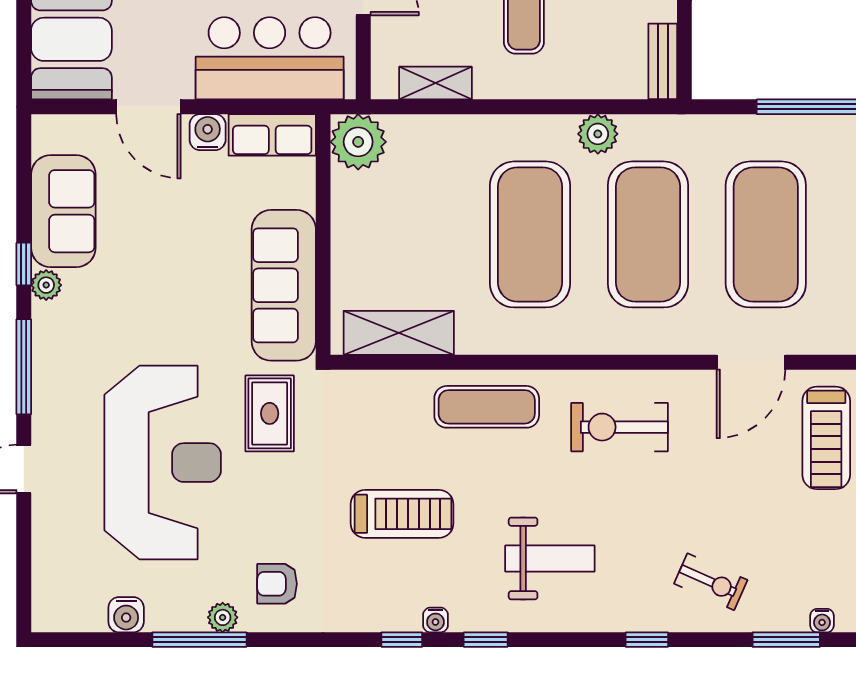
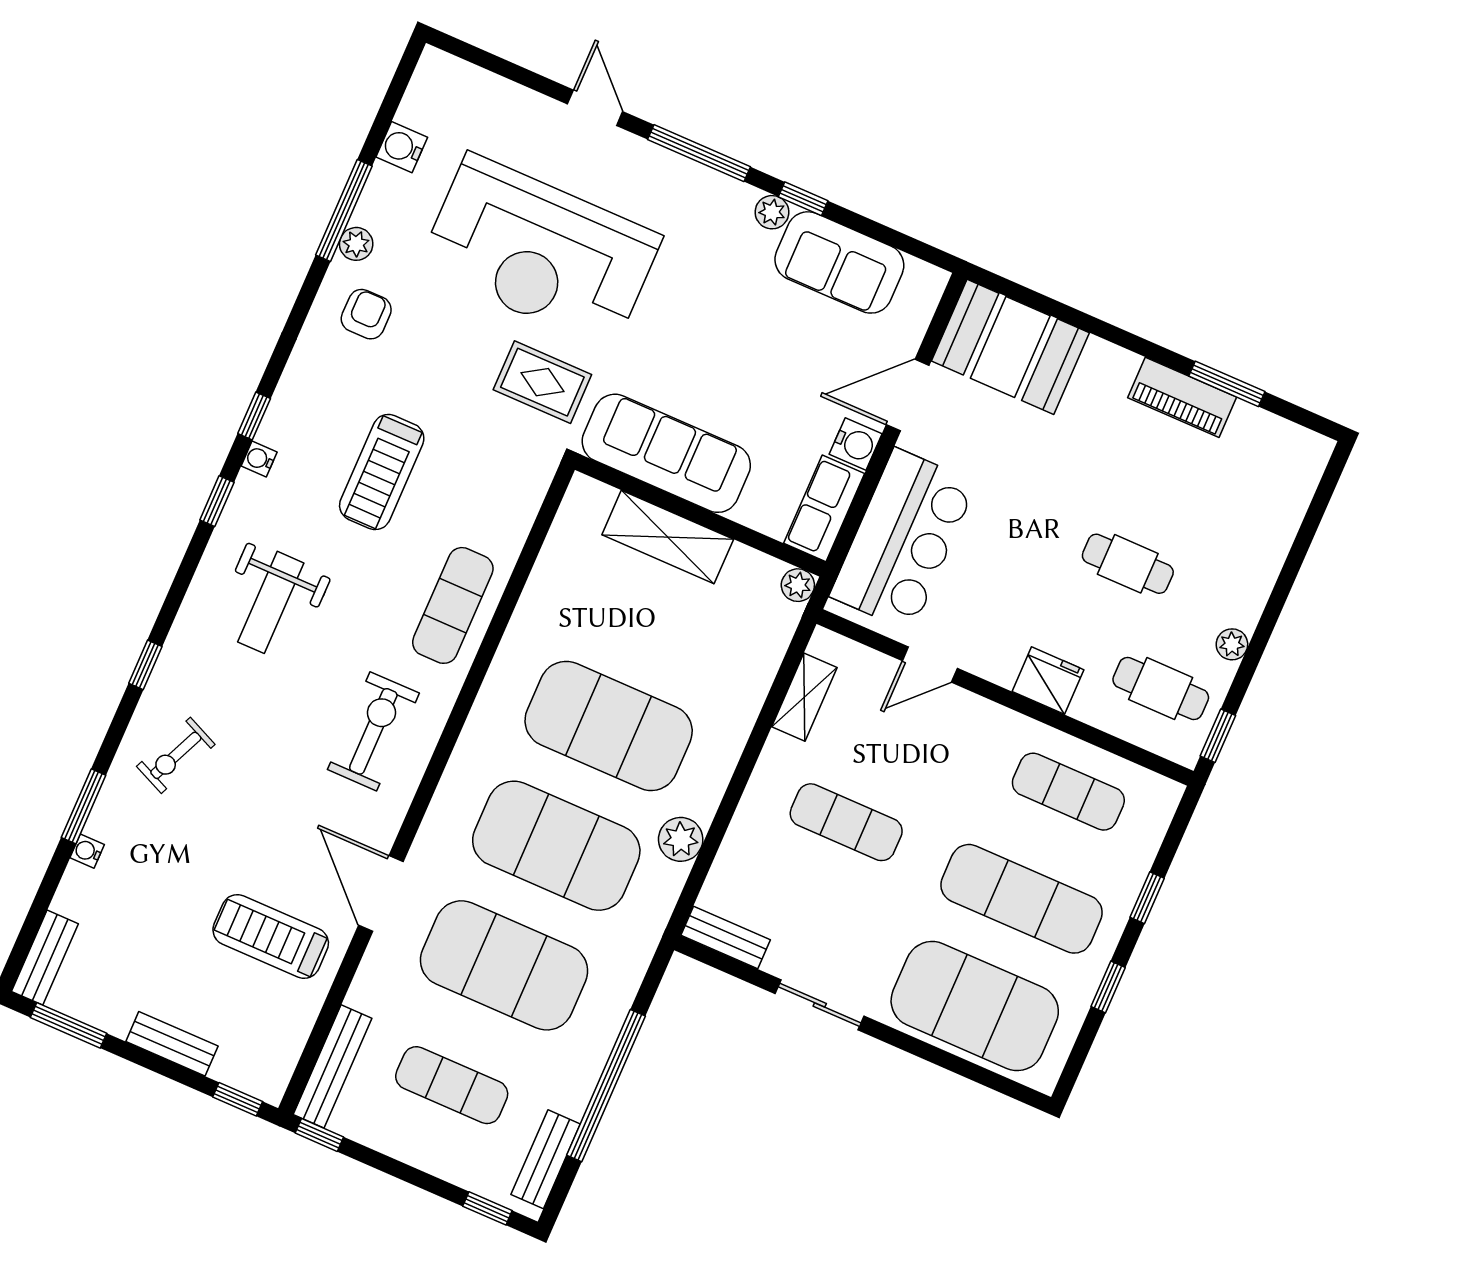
plant: (358, 142) -> (798, 585), width x0.53, depth x0.53
shelving: (399, 333) -> (668, 537), moved, turned 90

